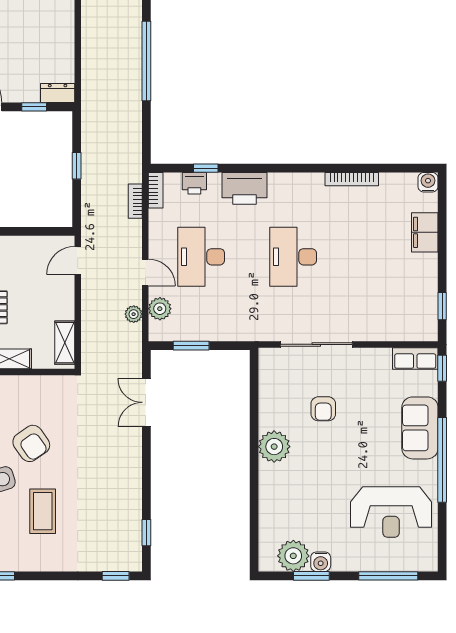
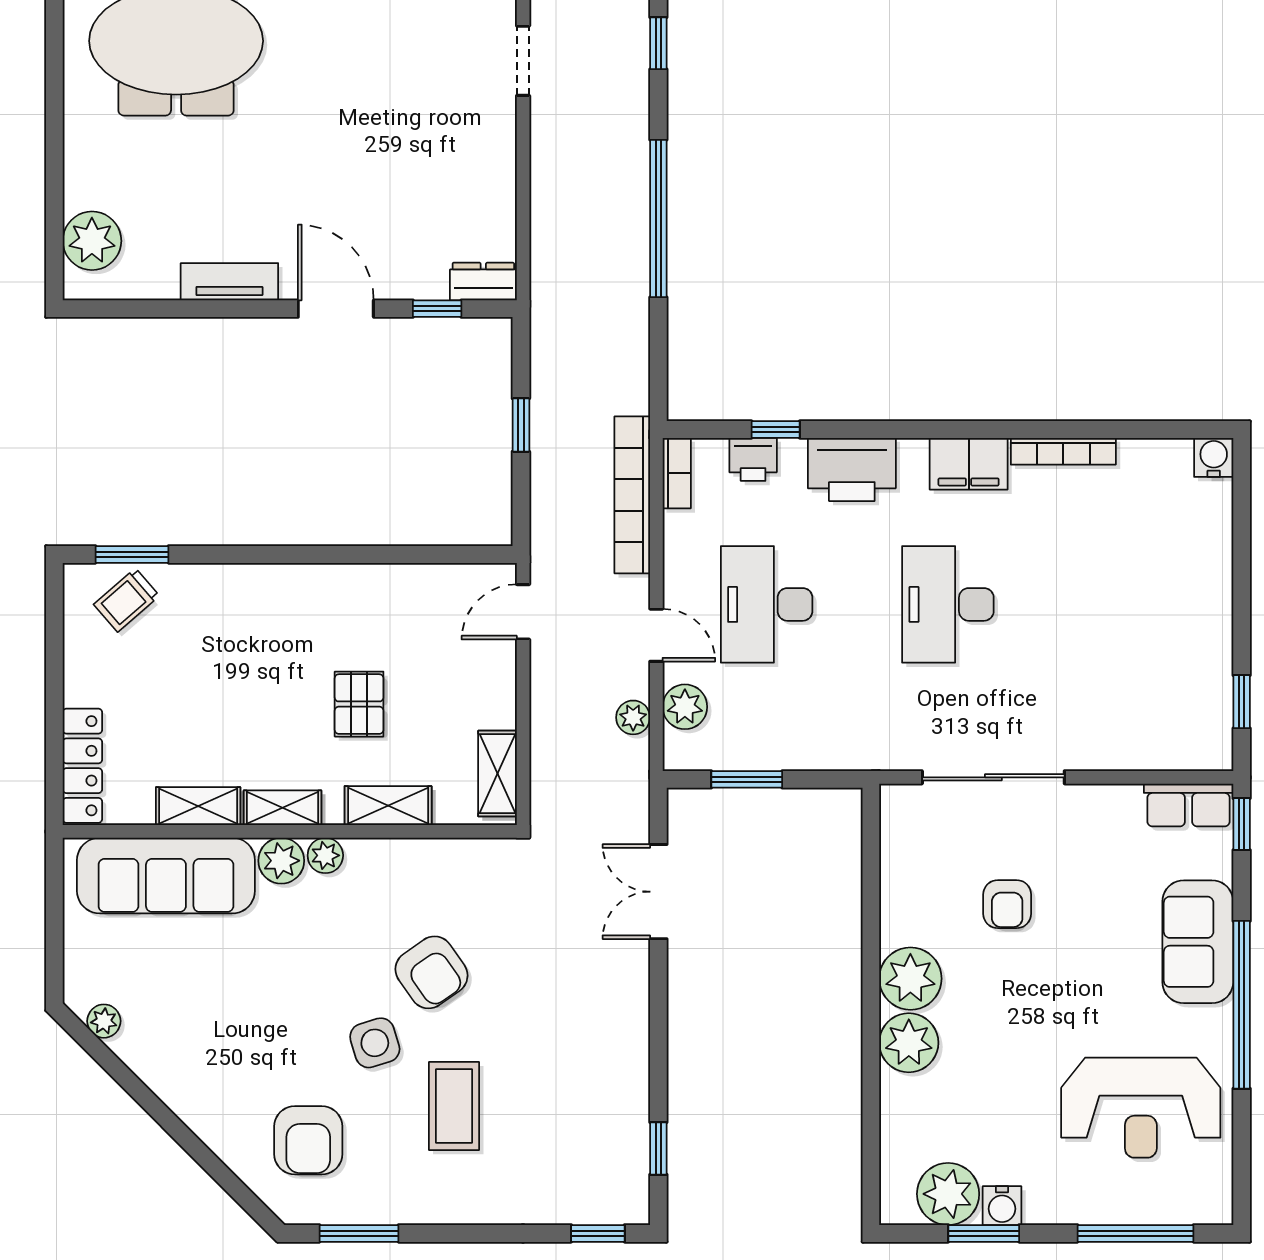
bookcase: (135, 201) -> (632, 495), width x2.31, depth x1.31
filing cabinet: (425, 232) -> (969, 464), moved, turned -90
plant: (273, 479) -> (909, 1043), added

